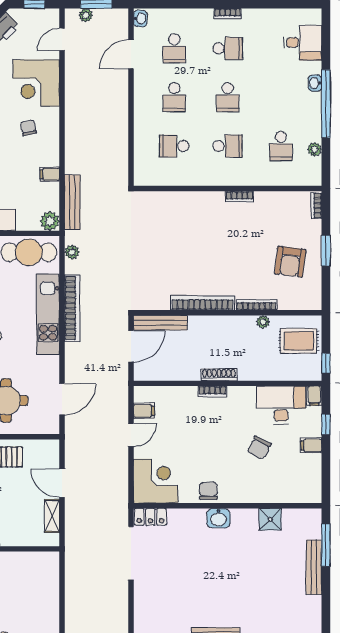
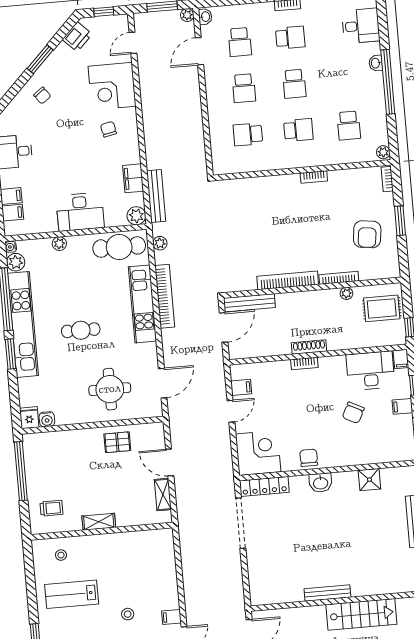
plant: (86, 15) -> (187, 15), moved
plant: (315, 149) -> (383, 152), moved
filing cabinet: (50, 174) -> (133, 178), width x2.00
locker: (150, 517) -> (264, 486), width x1.53

